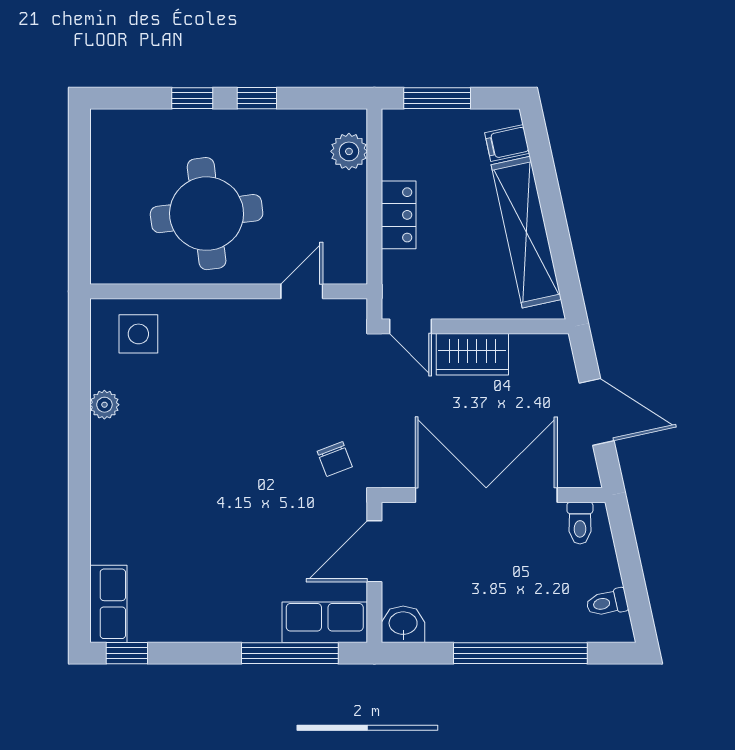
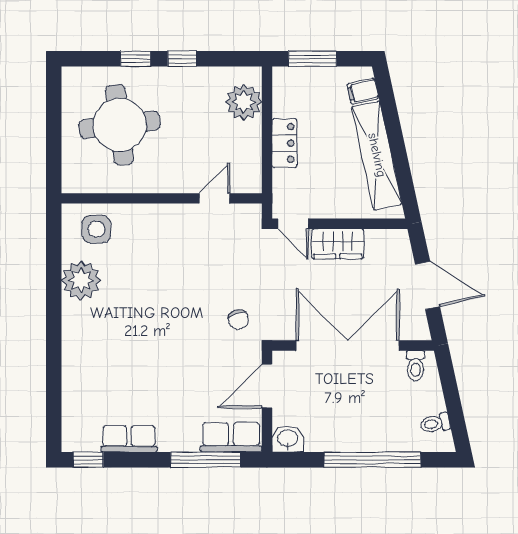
plant: (349, 151) -> (244, 102), width x1.36, depth x1.36
round table: (207, 214) -> (120, 125), moved
plant: (104, 405) -> (81, 280), width x1.88, depth x1.88
row of seats: (108, 604) -> (129, 439), moved, turned -90

